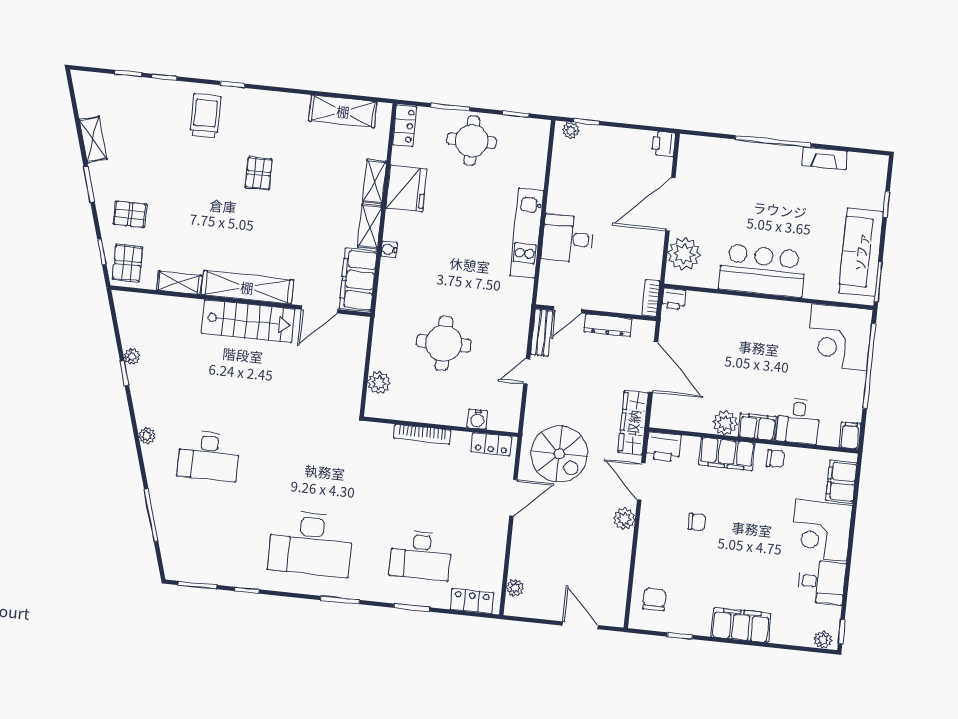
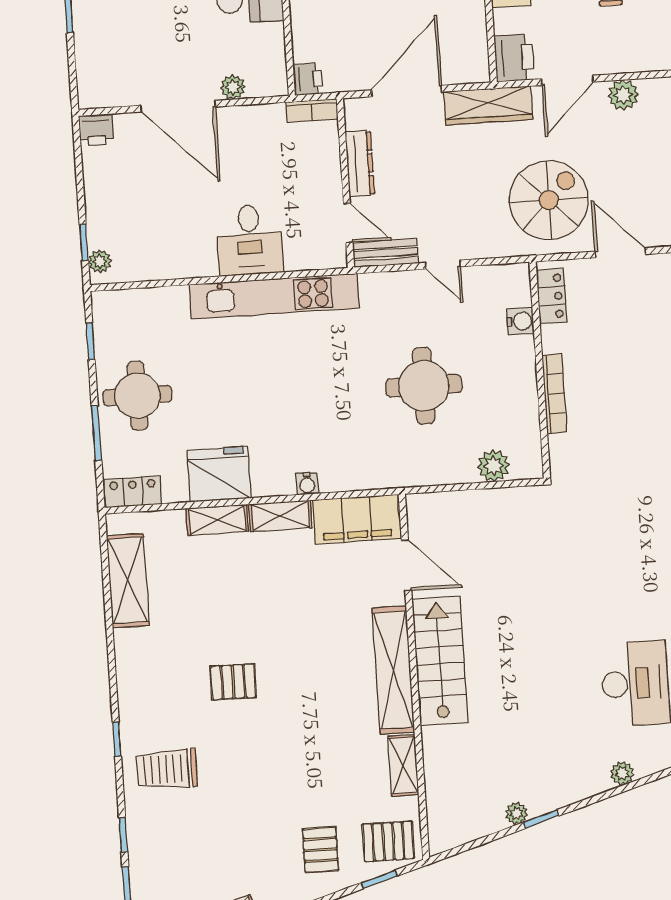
kitchen unit: (527, 233) -> (274, 296), width x1.36
plant: (684, 254) -> (233, 87), width x0.53, depth x0.53

